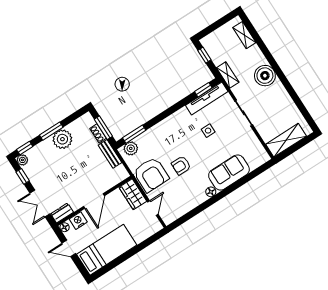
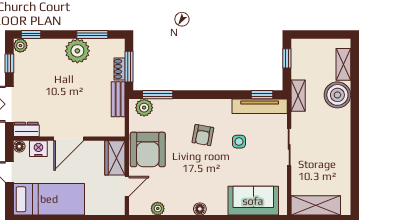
boiler: (265, 76) -> (337, 95), moved
window: (51, 131) -> (92, 34), moved
armchair: (181, 165) -> (203, 135), moved, turned -80
sofa: (229, 172) -> (253, 201), moved
plant: (183, 210) -> (158, 209), added

